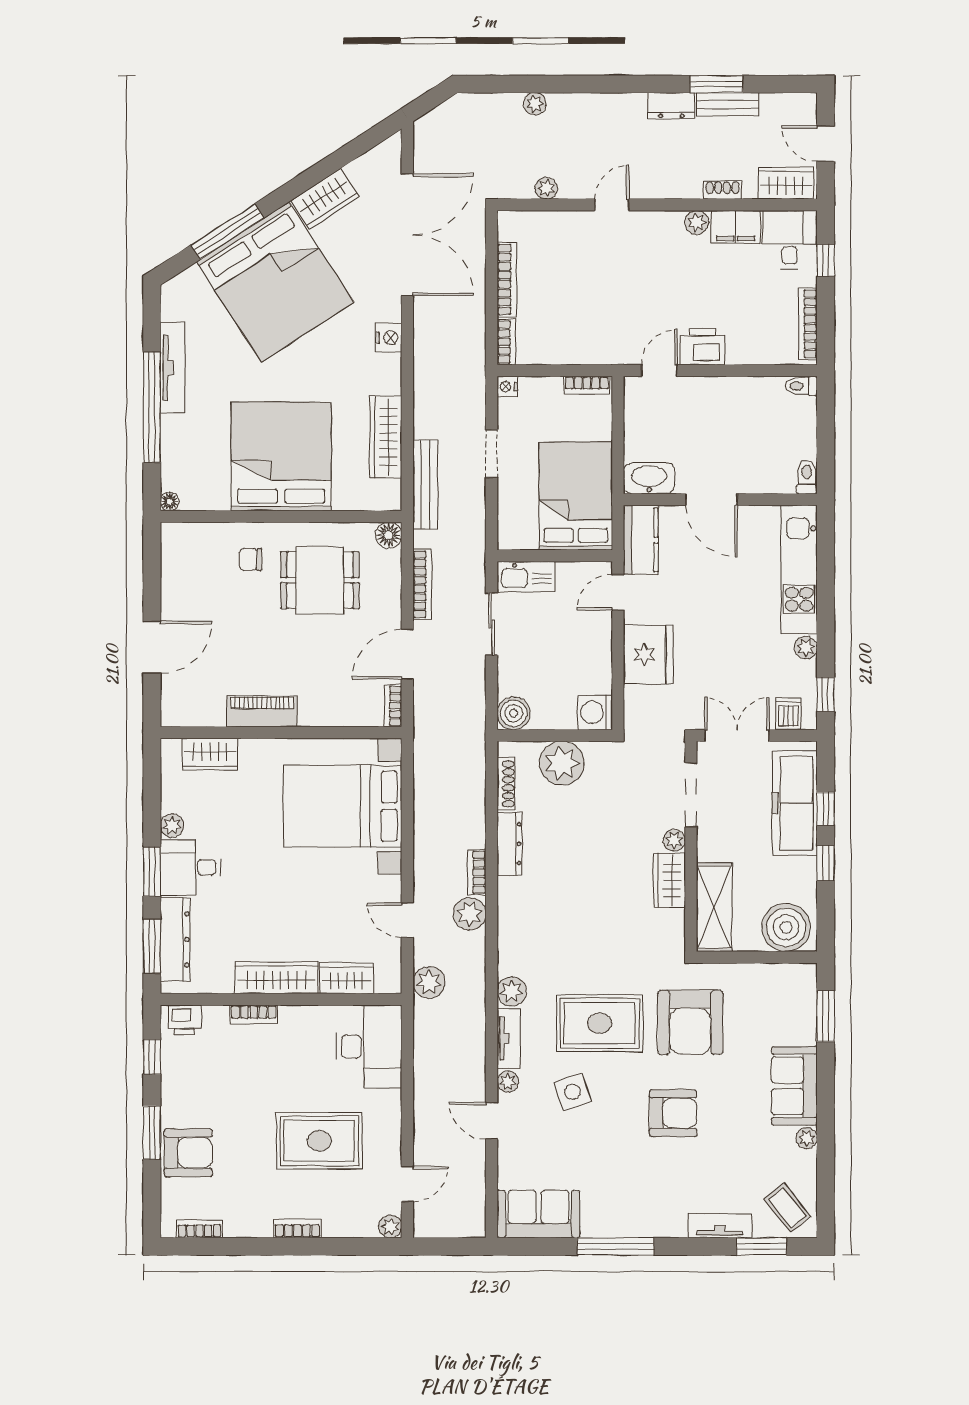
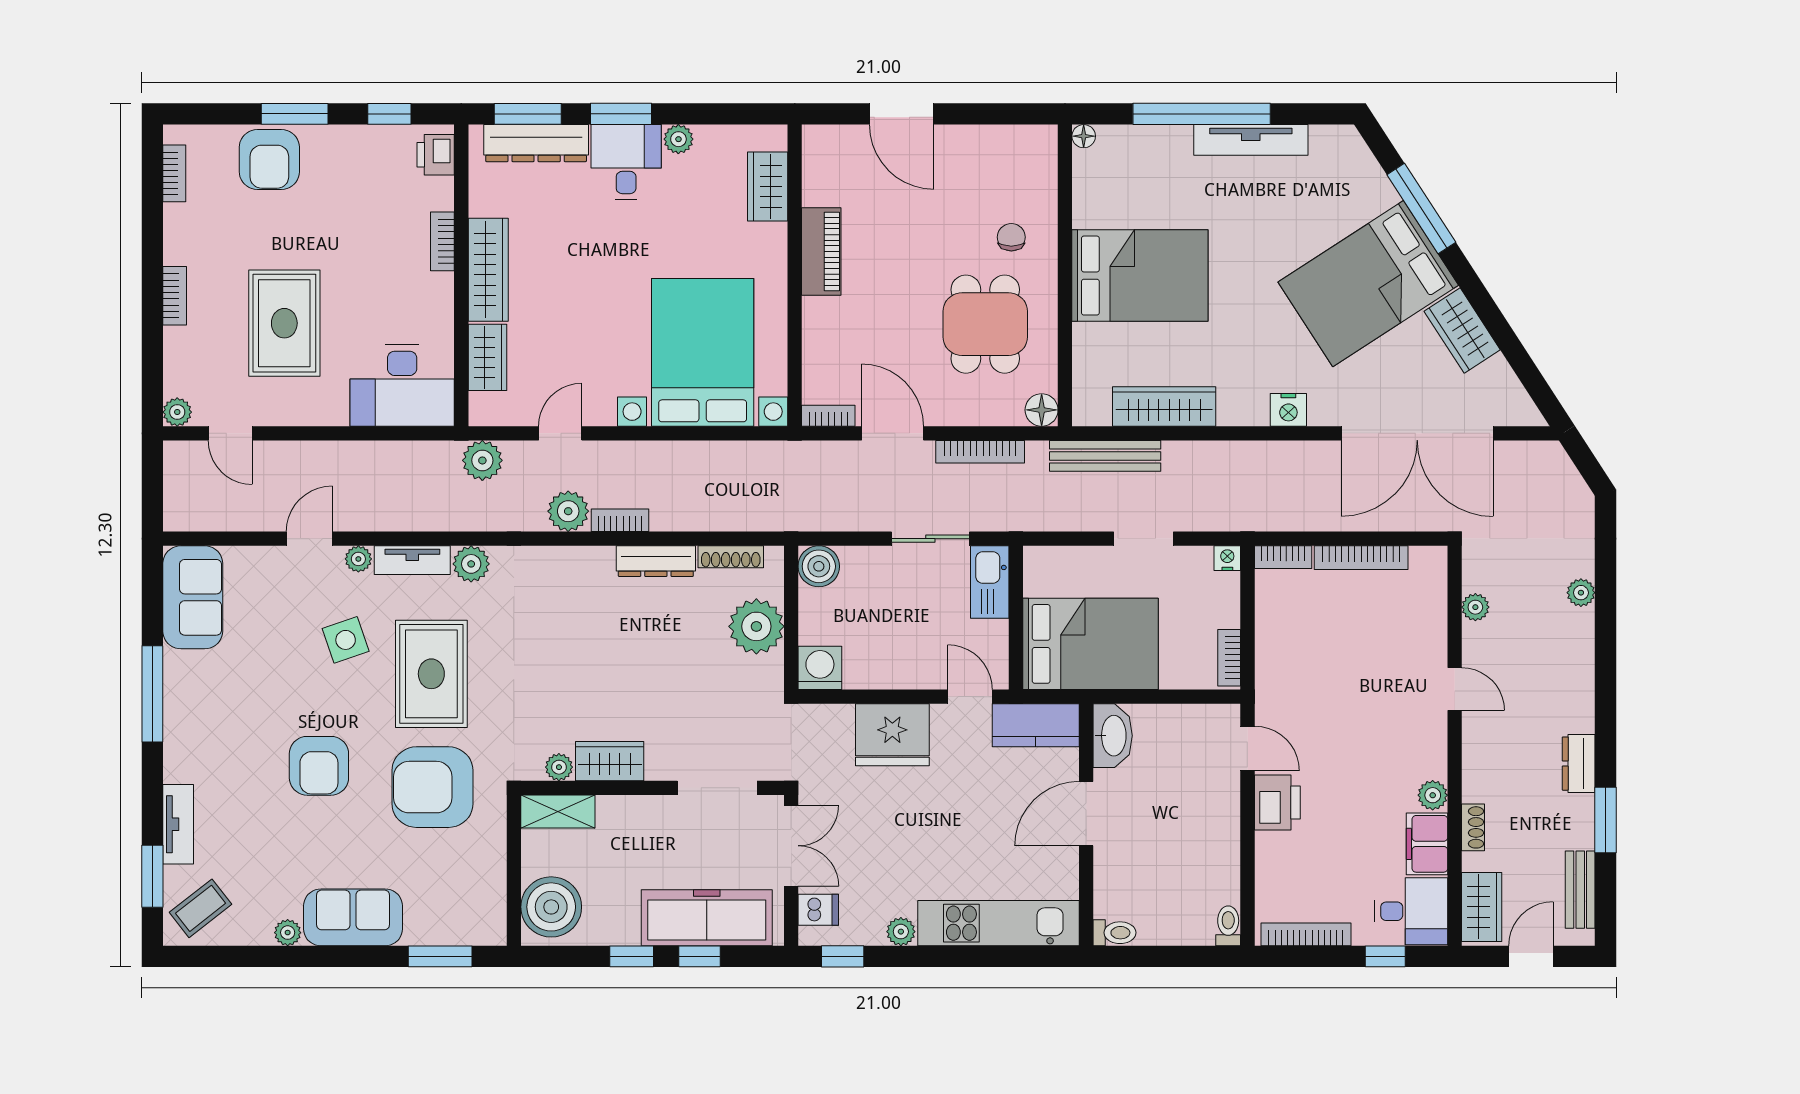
bench: (728, 104) -> (1580, 890), moved
bed: (275, 282) -> (1368, 284), width x0.73
bed: (281, 456) -> (1140, 276), width x0.73
plant: (674, 840) -> (559, 767), moved
shelving: (714, 907) -> (558, 812), width x0.67, depth x0.75

